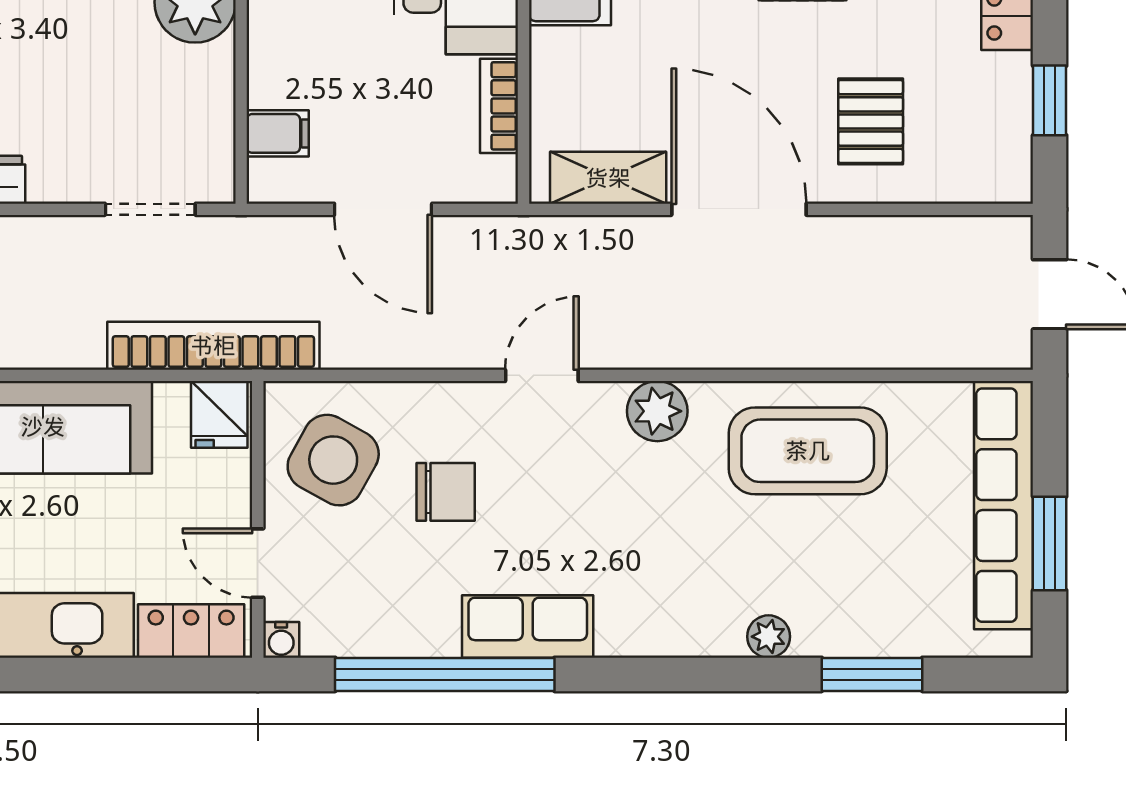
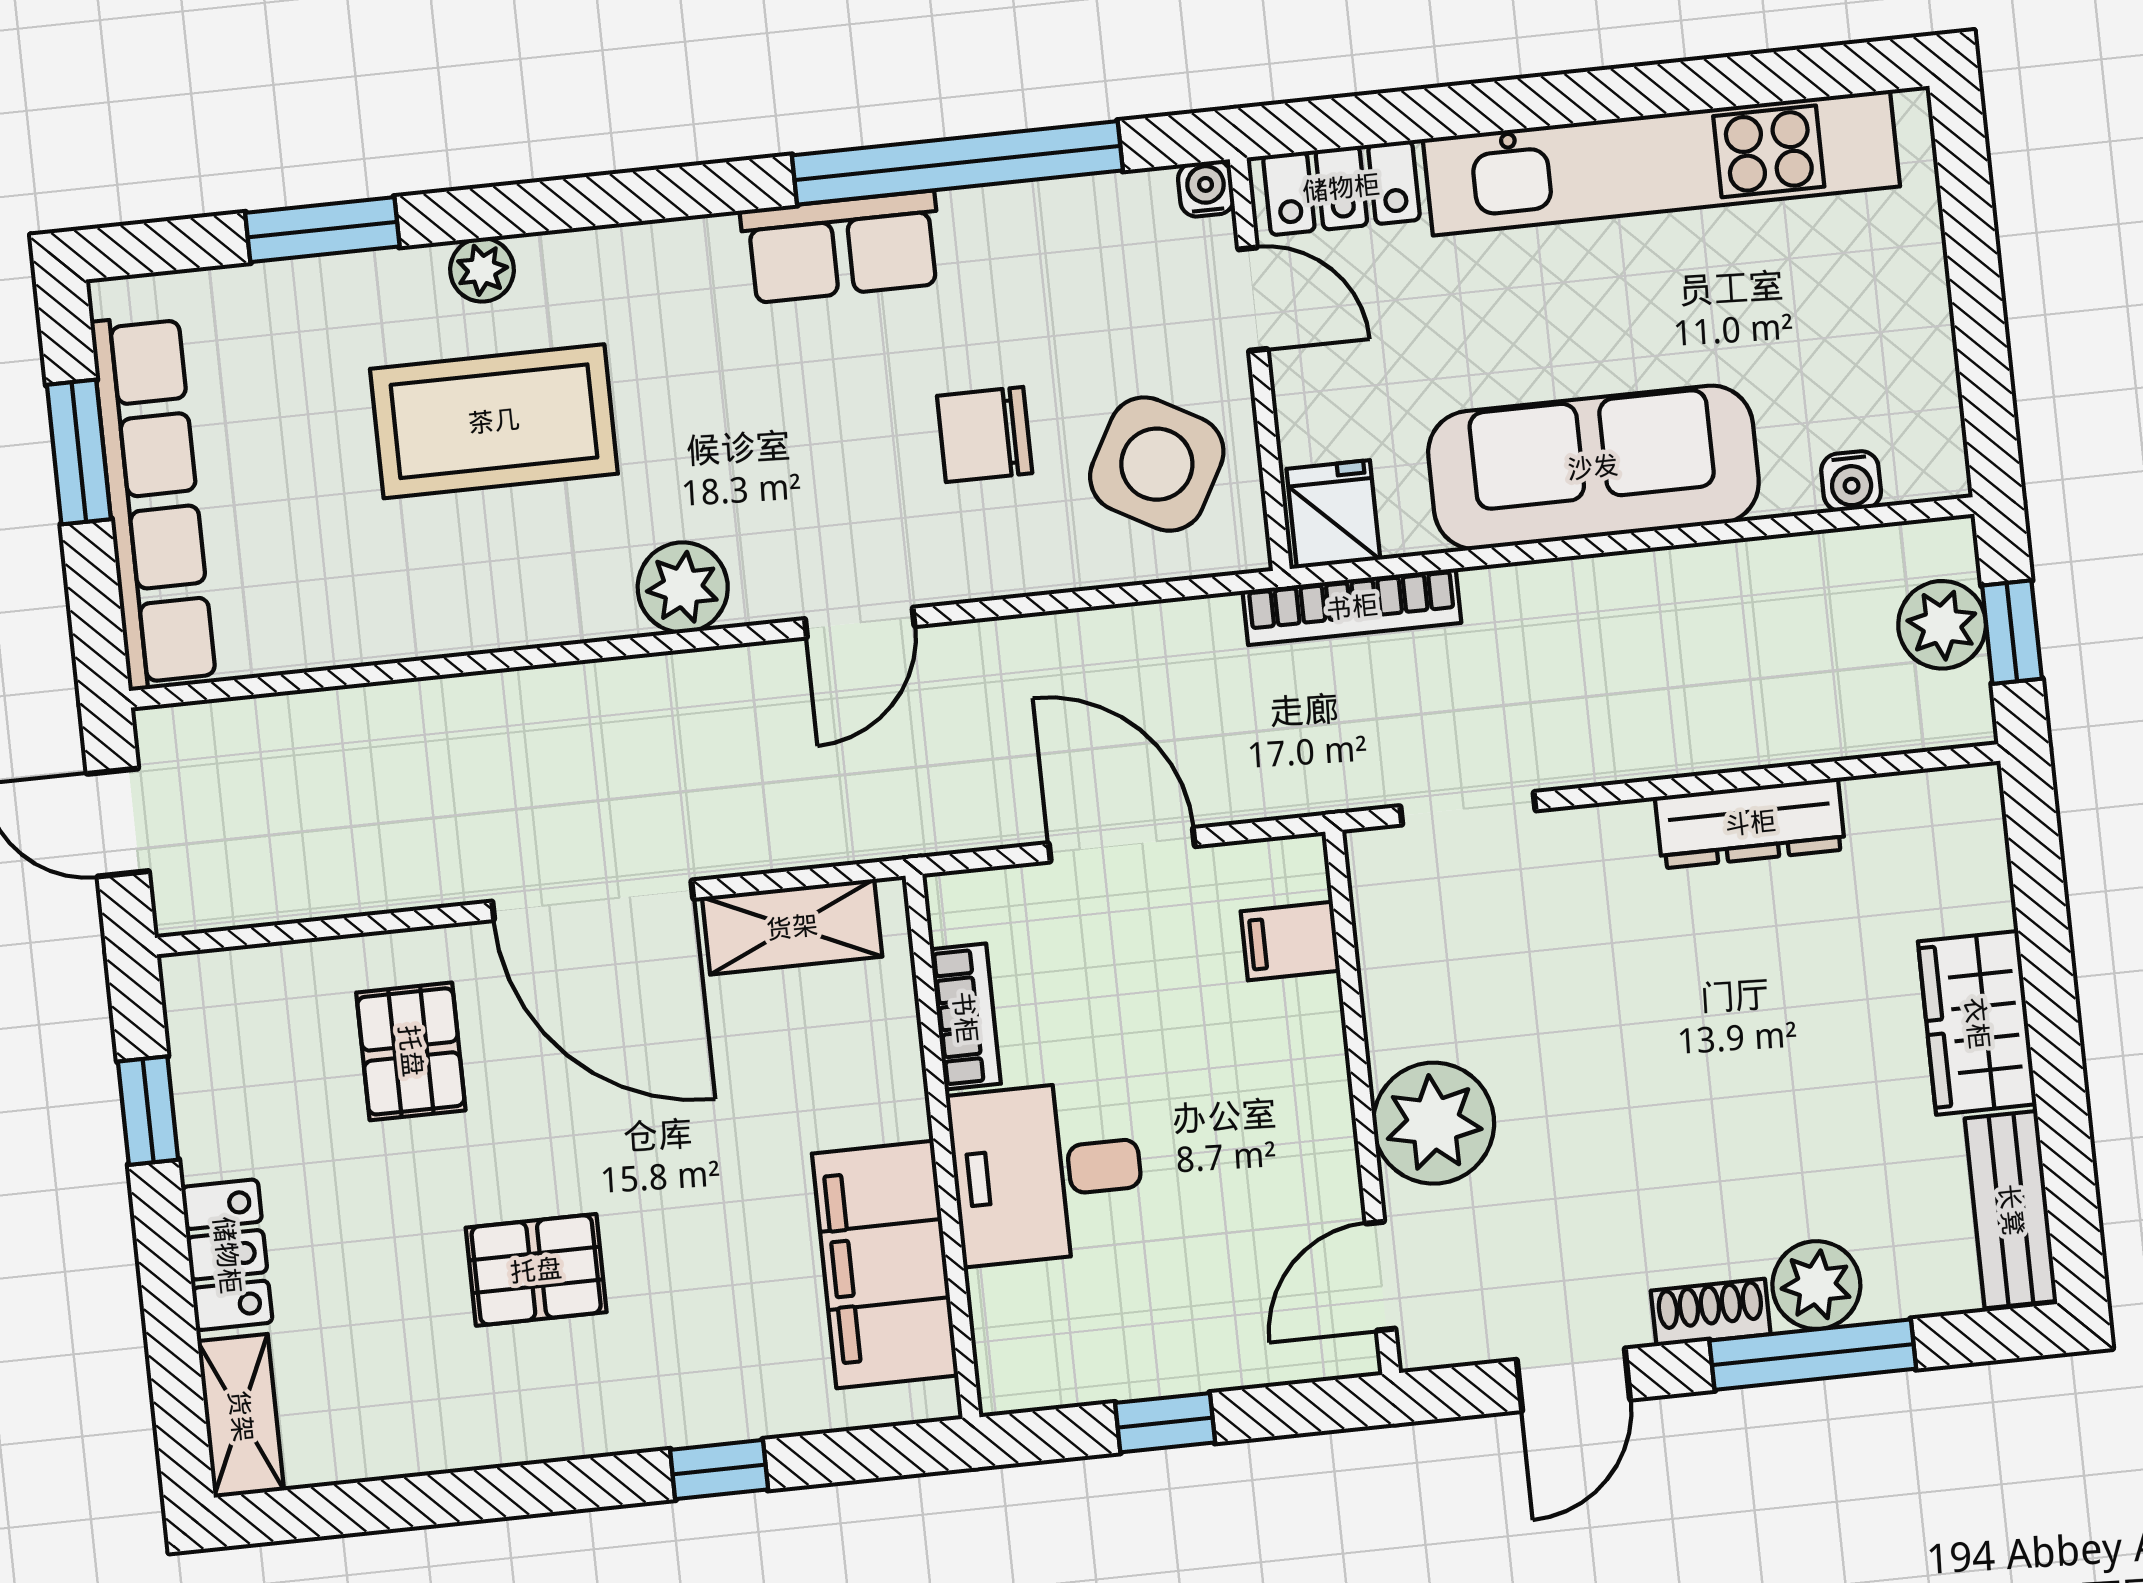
bookcase: (213, 346) -> (1352, 607), width x0.68, depth x0.76
coffee table: (808, 451) -> (494, 421), moved

